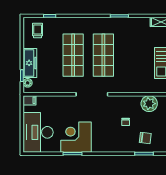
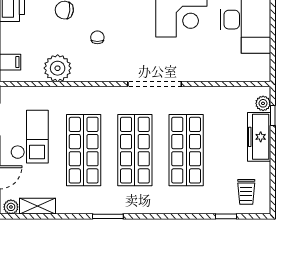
shop shelf: (134, 55) -> (84, 150), added
filing cabinet: (30, 100) -> (260, 74), removed

